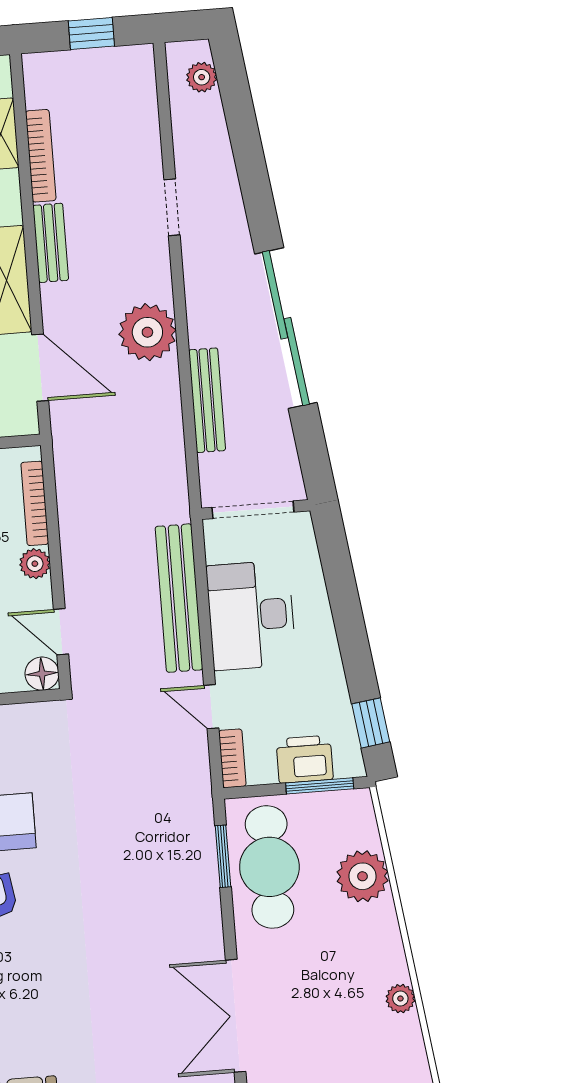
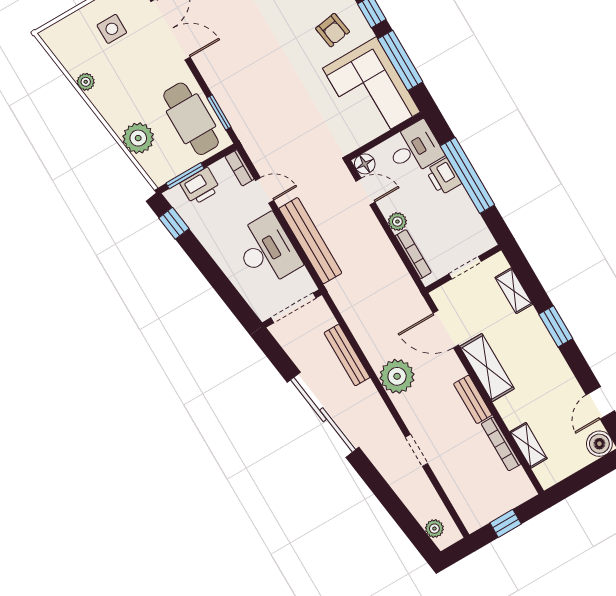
side table: (323, 1059) -> (112, 29), added

